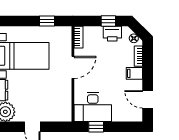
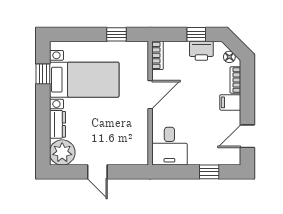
door: (148, 99) -> (247, 136), hinge flipped
desk: (93, 107) -> (169, 146), width x0.73
window: (96, 127) -> (209, 172), moved

